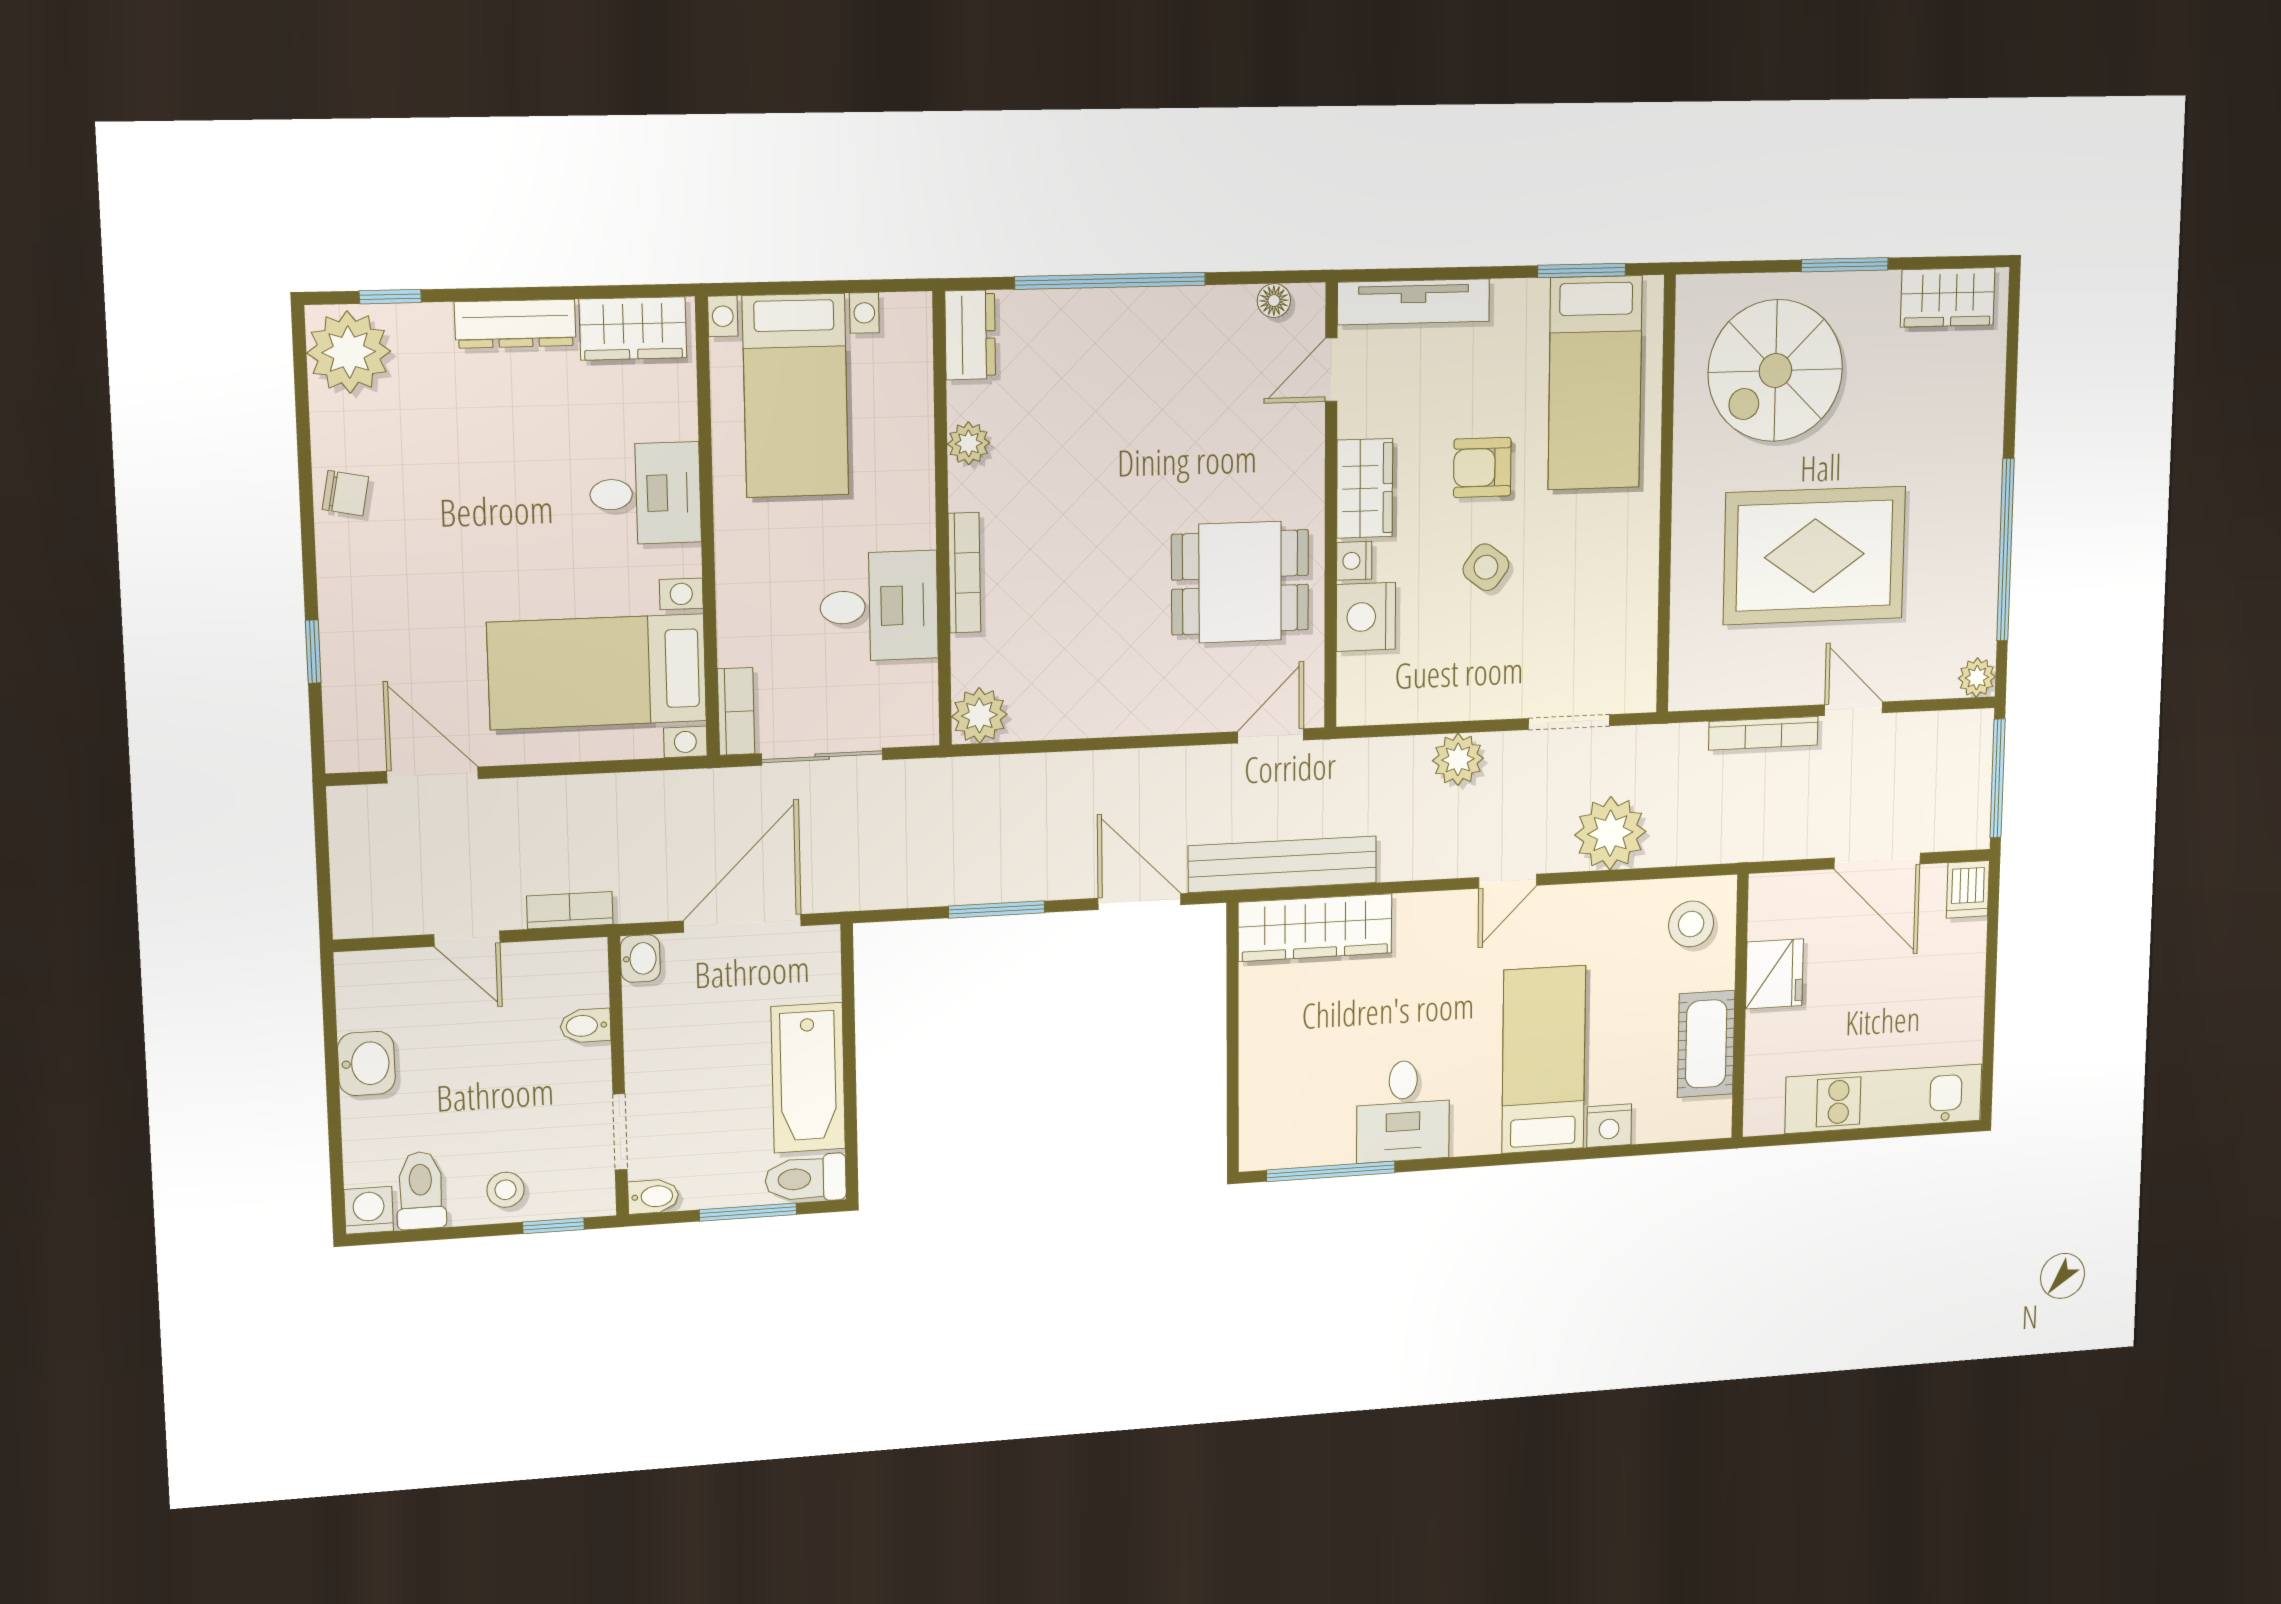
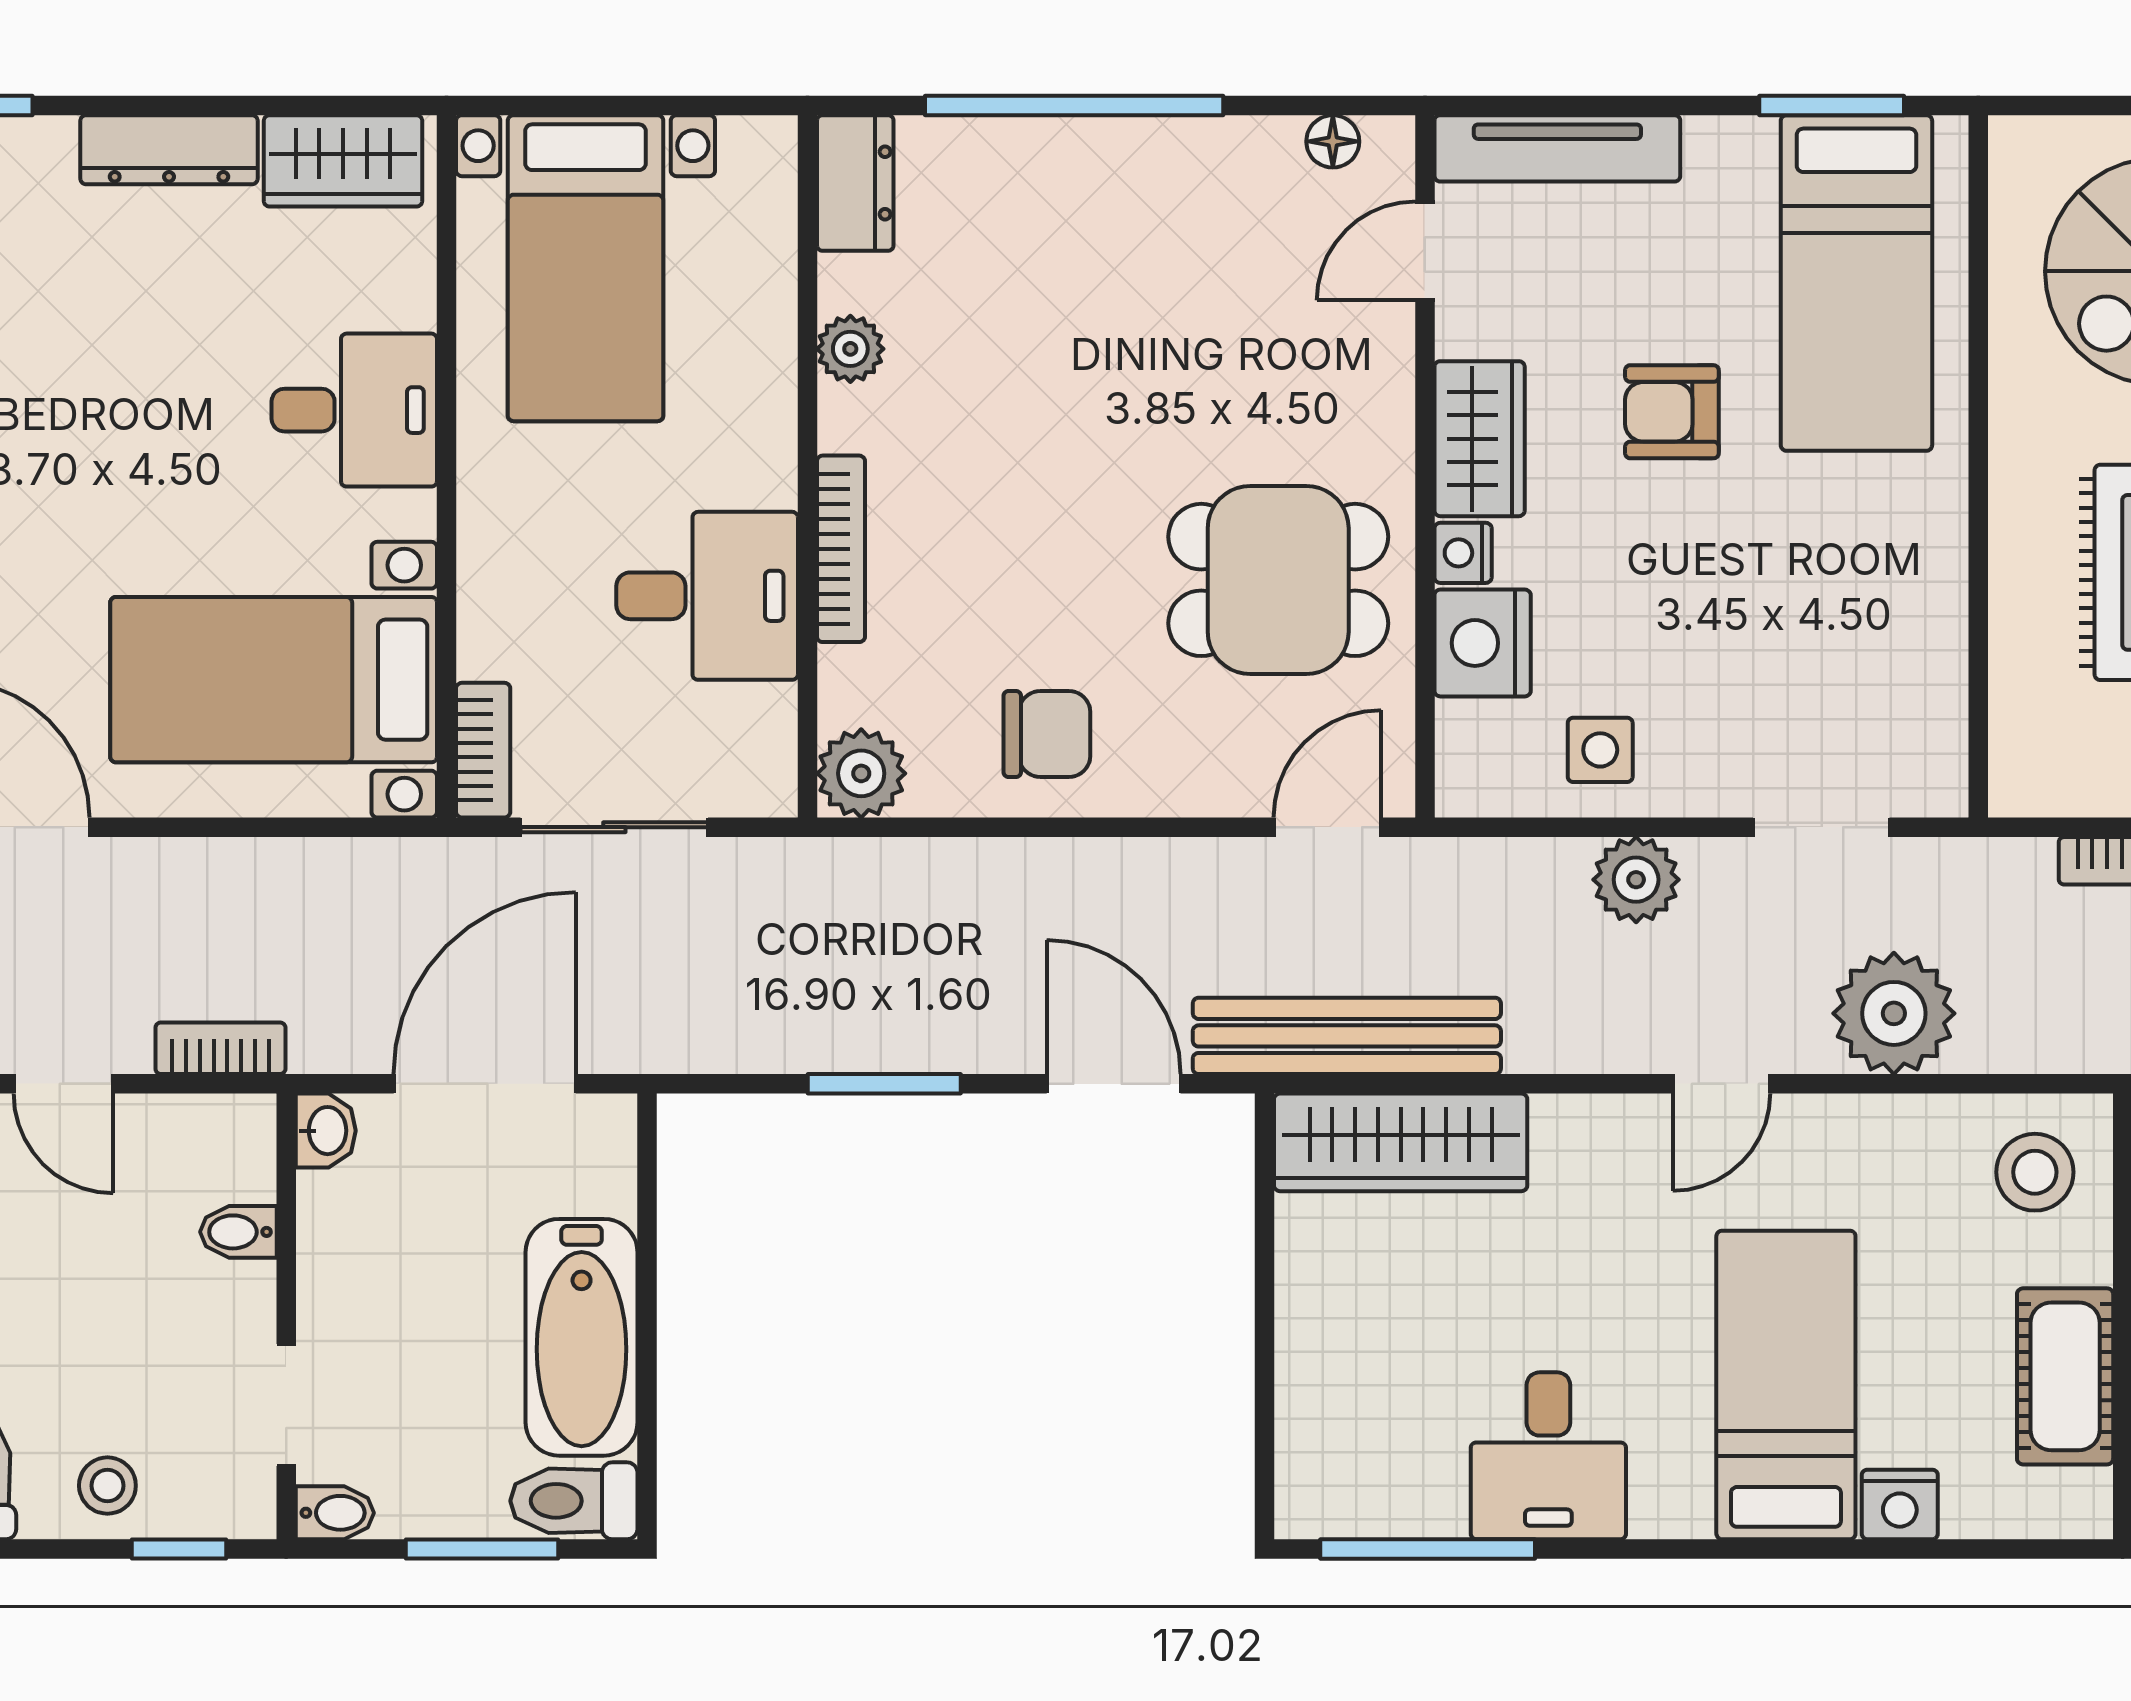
side table: (1486, 567) -> (1600, 750), moved, turned -37
chair: (1096, 685) -> (1047, 734), added

